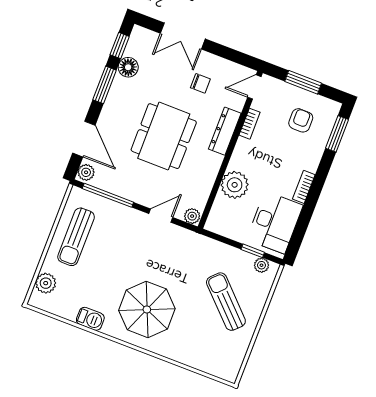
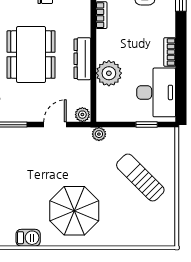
dresser: (225, 131) -> (82, 59), moved
plant: (261, 265) -> (99, 134), moved

